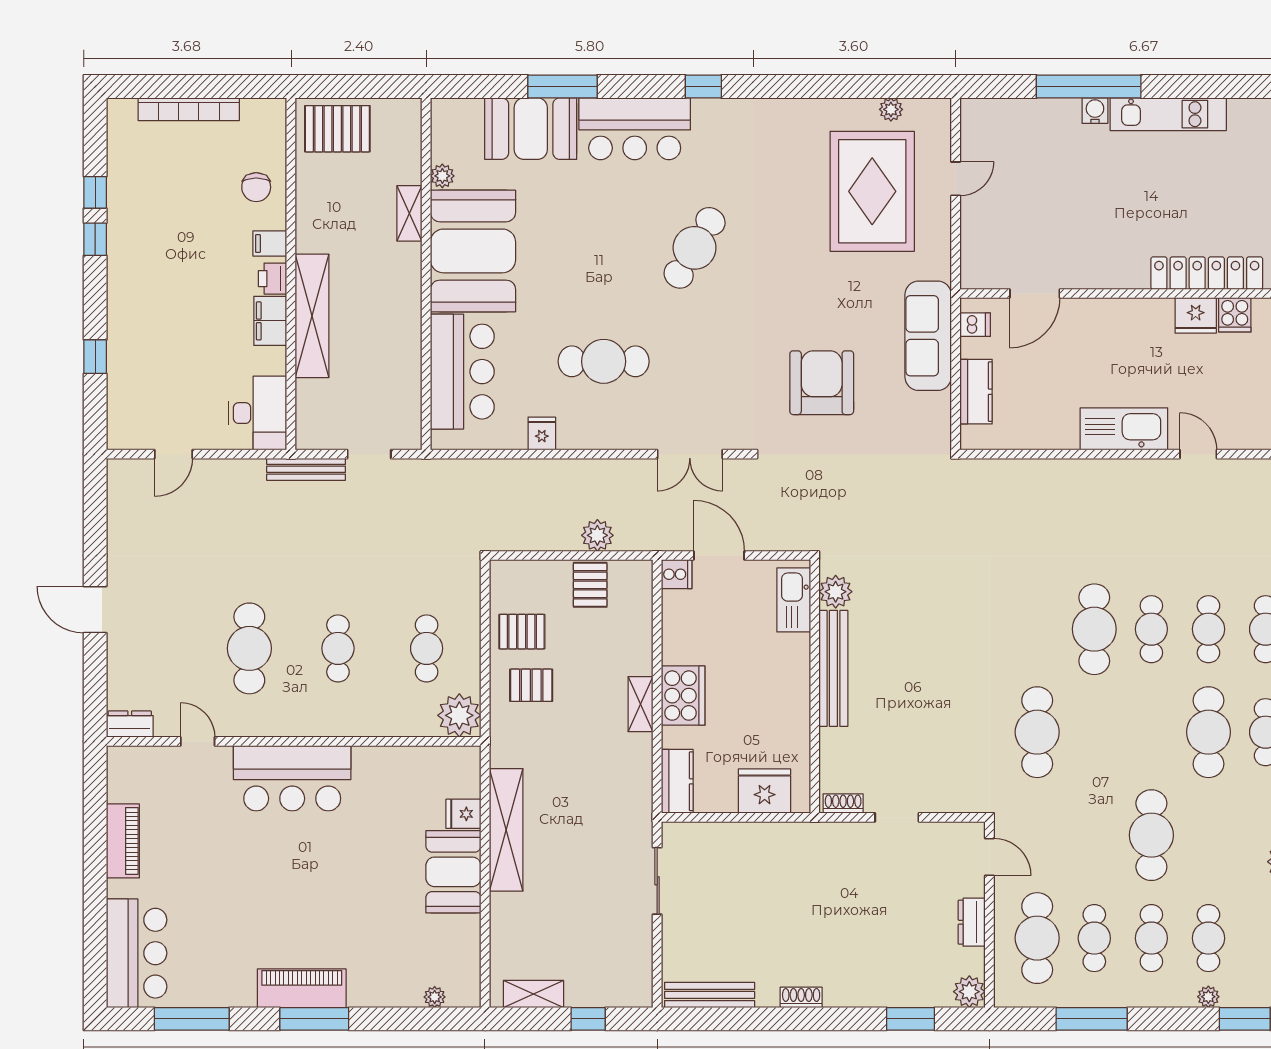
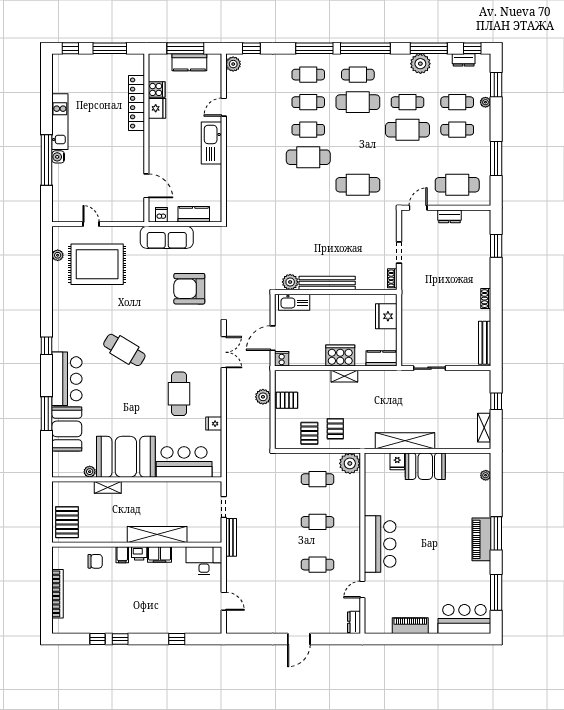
cafe table: (249, 648) -> (317, 565), width x0.73, depth x0.74
cafe table: (1094, 938) -> (408, 102), moved
plant: (969, 992) -> (483, 217), removed

